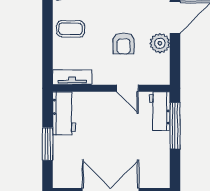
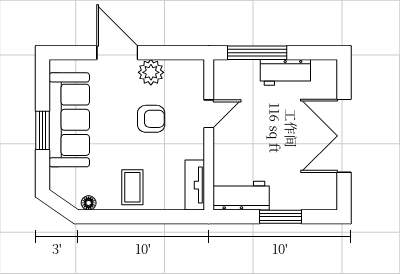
workbench: (160, 111) -> (285, 72), moved

